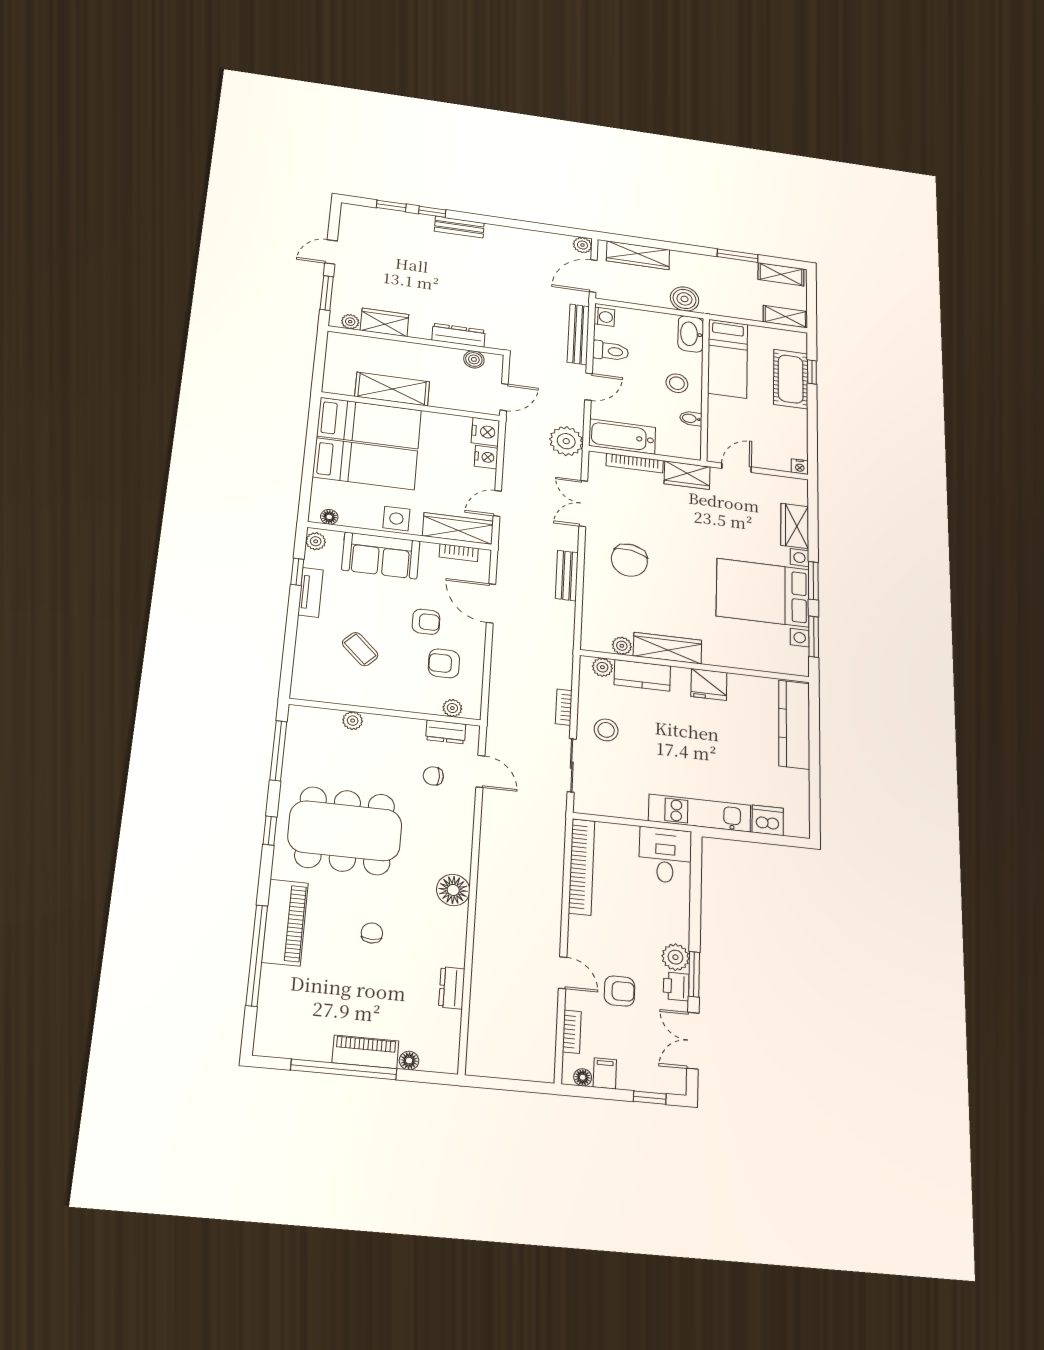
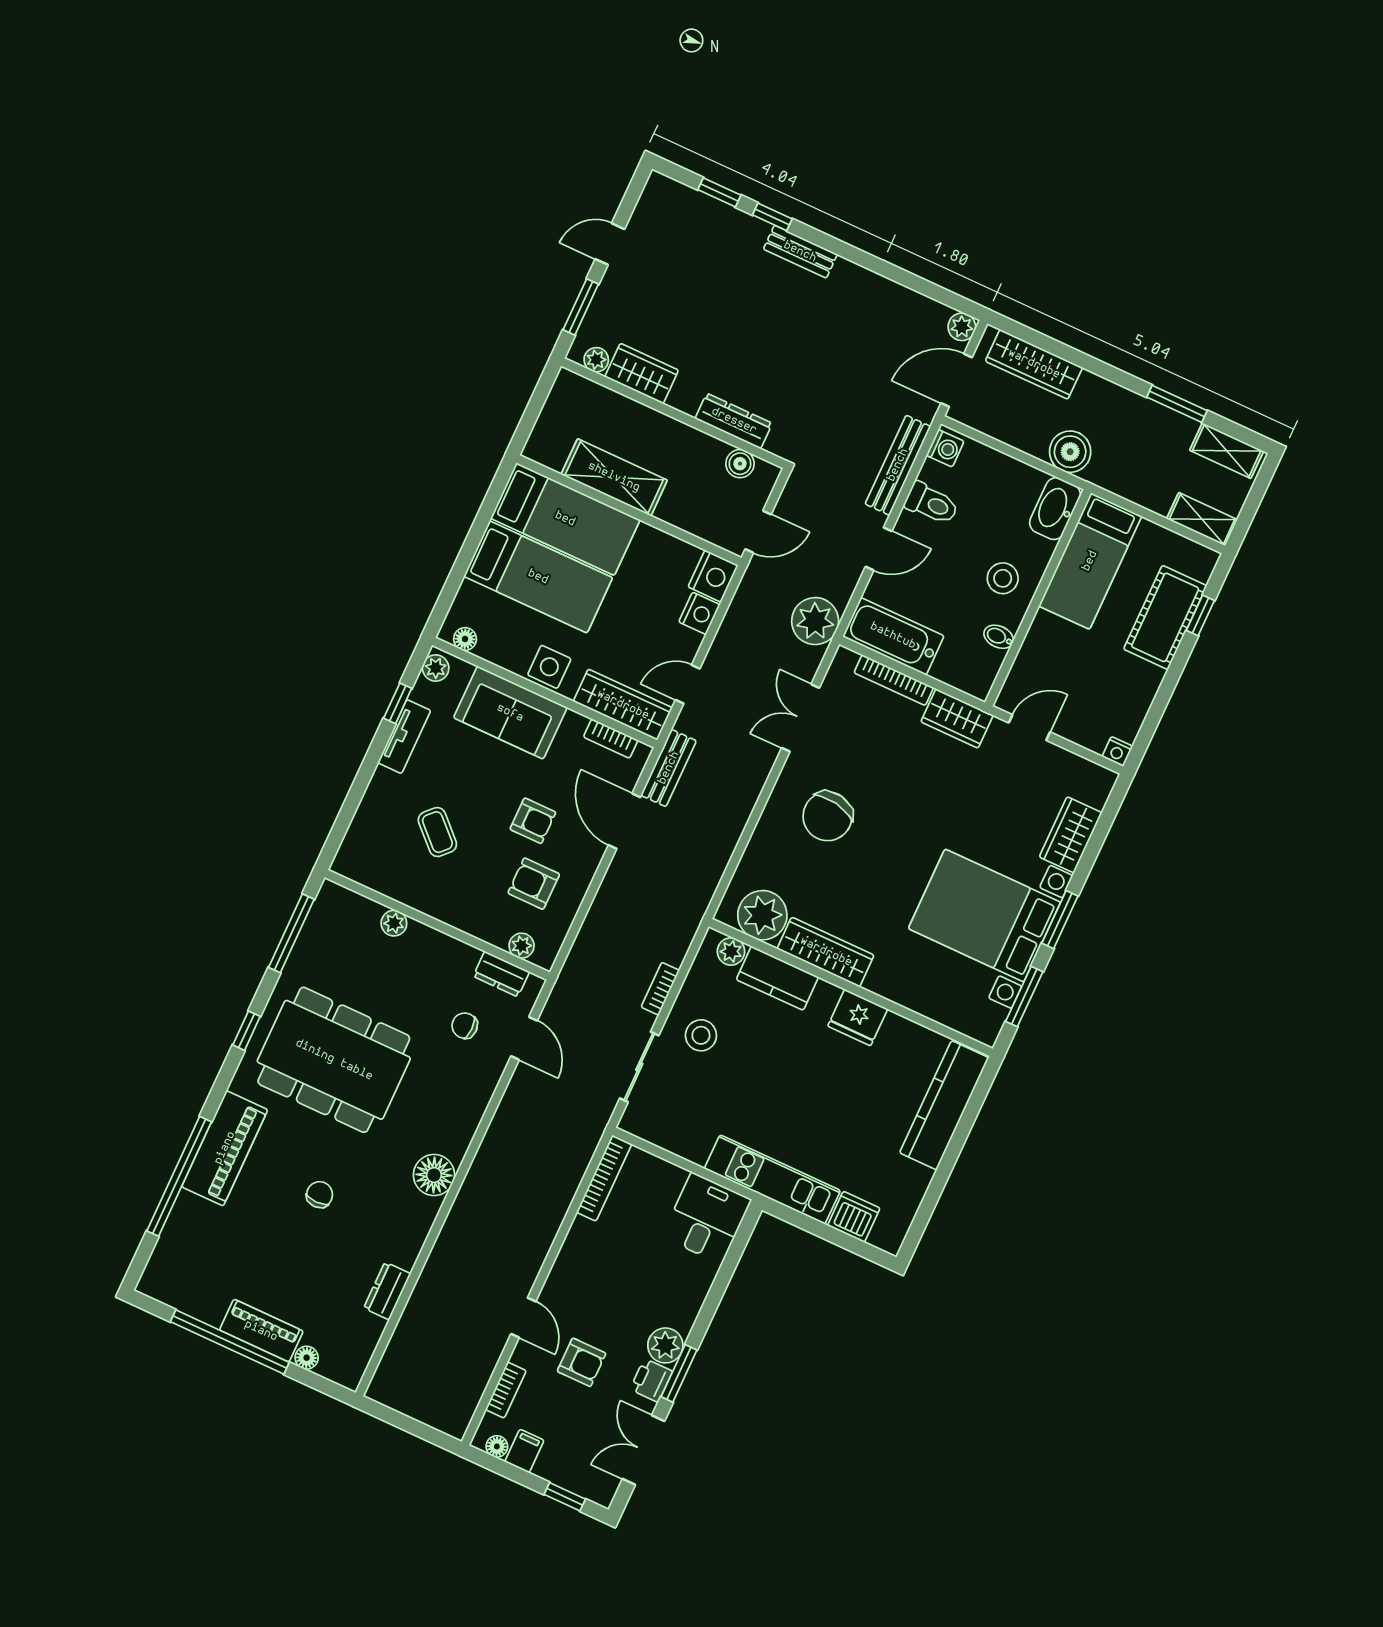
bench: (567, 576) -> (669, 768), moved
plant: (622, 646) -> (762, 915), width x1.88, depth x1.88
bookcase: (582, 867) -> (604, 1178), width x0.68, depth x0.76

